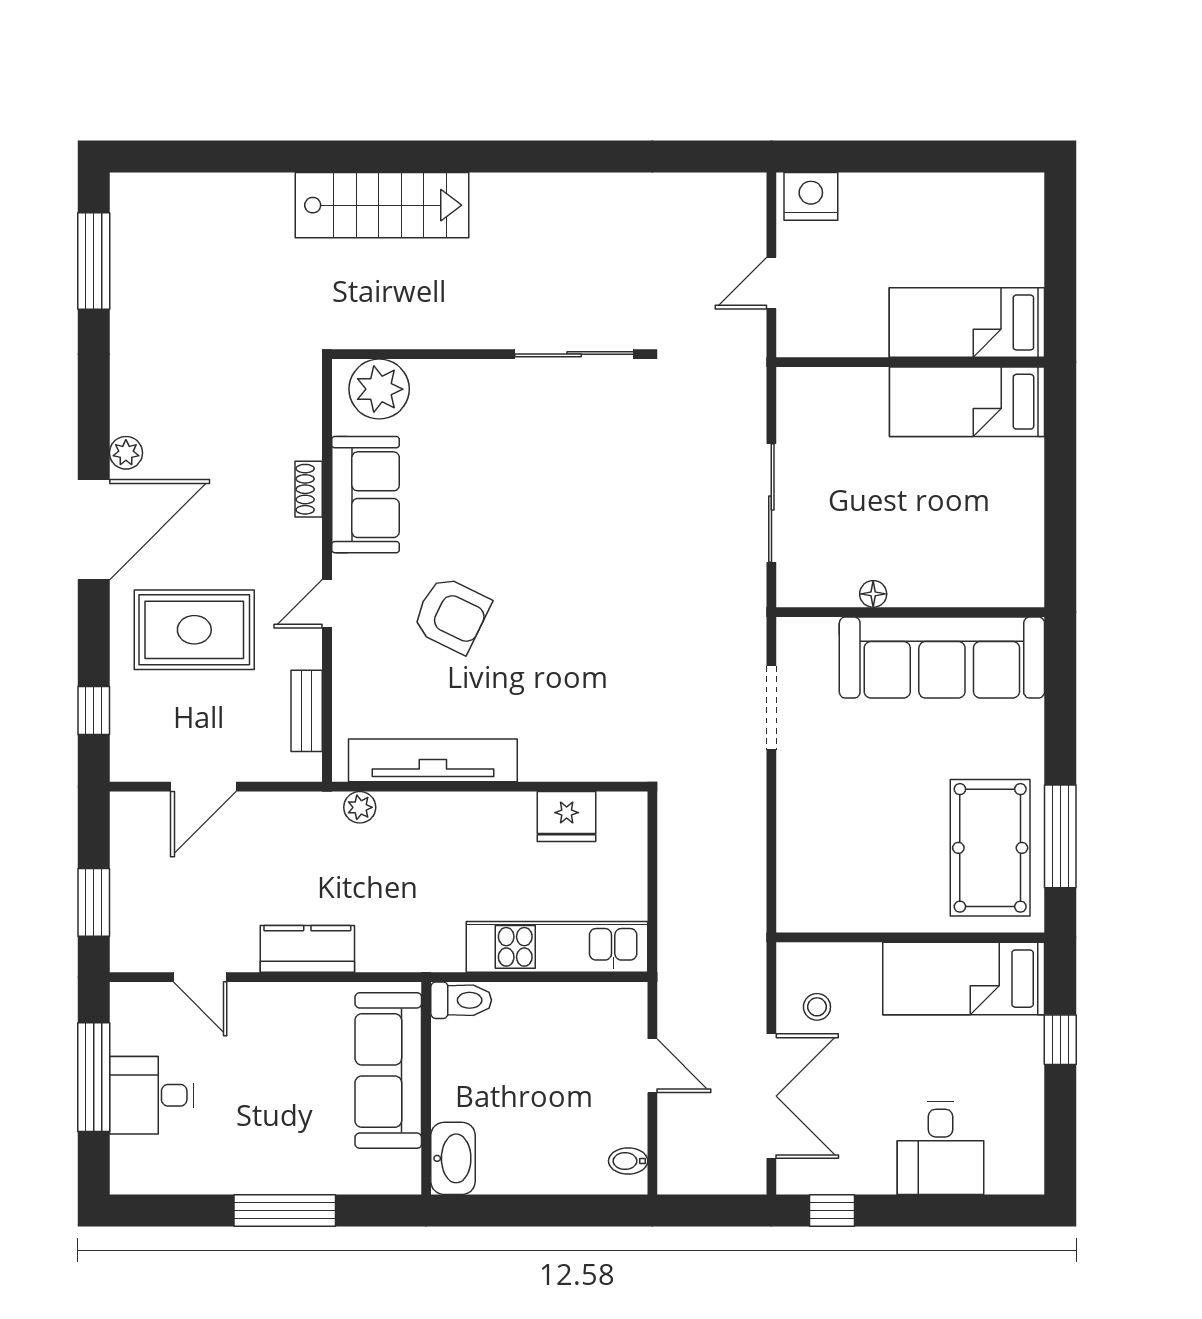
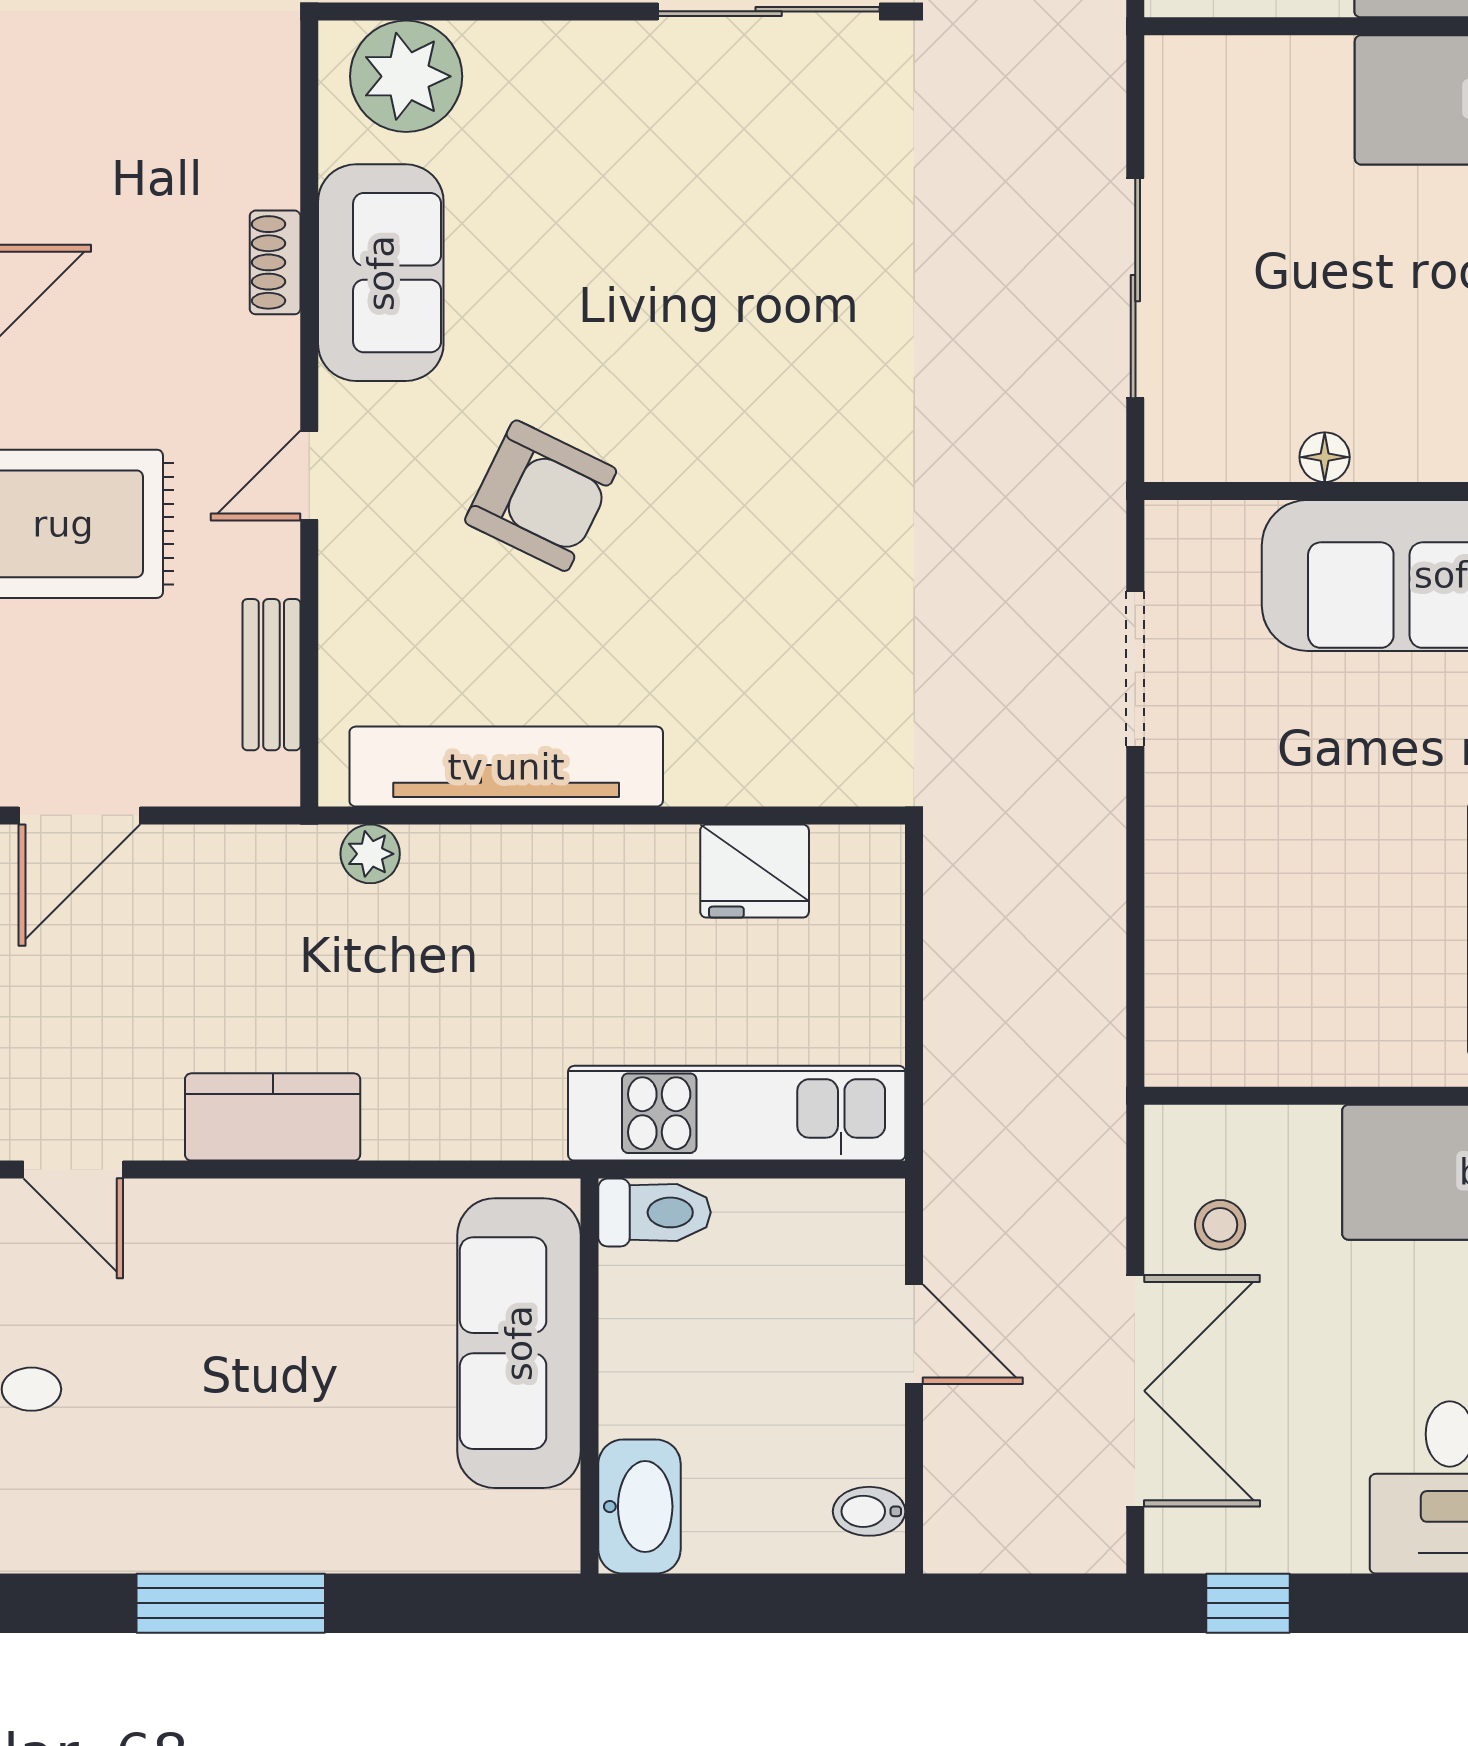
toilet: (461, 1000) -> (654, 1212), moved
sofa: (388, 1070) -> (519, 1343), moved
wall: (426, 1088) -> (590, 1376), moved
washbasin: (453, 1158) -> (639, 1507), moved

